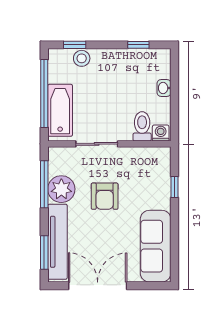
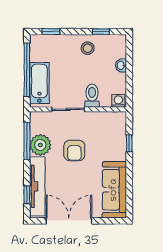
stool: (82, 58) -> (88, 48), moved
toilet: (142, 126) -> (92, 96), moved
window: (44, 253) -> (27, 195), width x0.67

